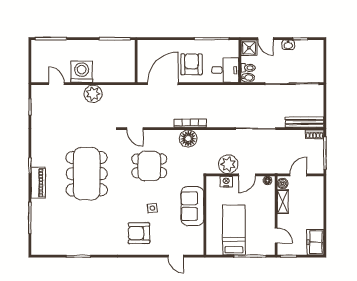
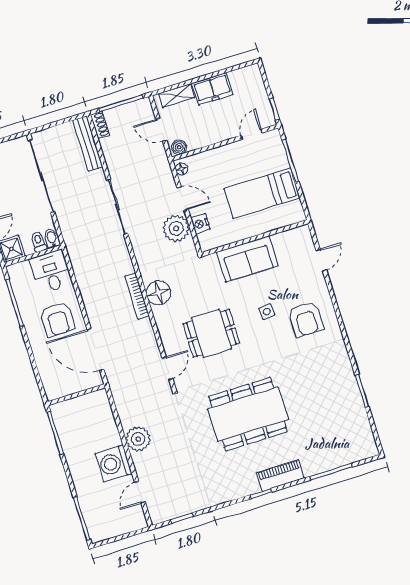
armchair: (192, 64) -> (57, 319), turned -90
dining table: (149, 166) -> (211, 333), turned 90
shelving: (283, 202) -> (177, 96), moved
freezer: (315, 242) -> (212, 89), moved

